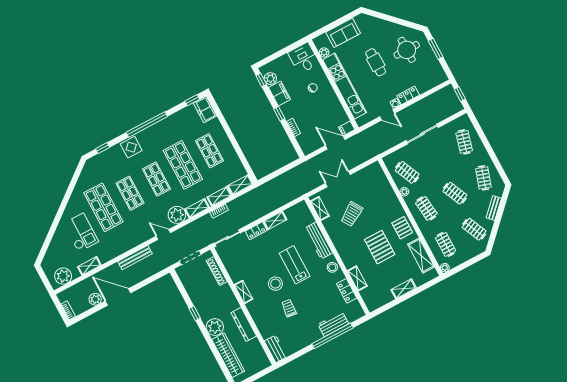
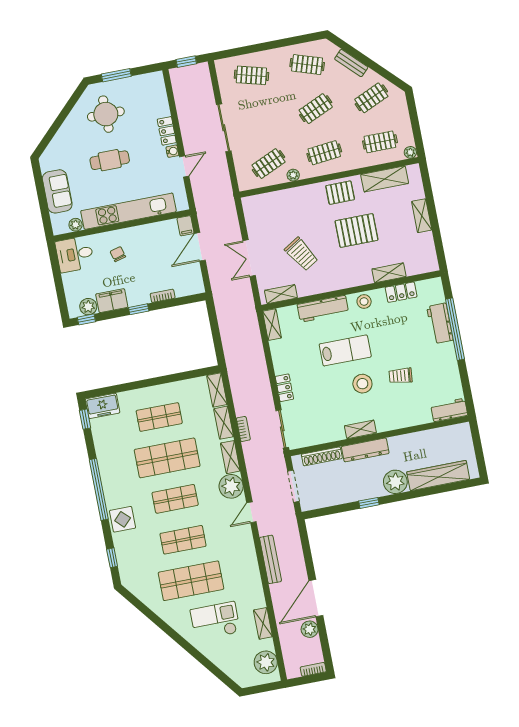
shelving: (275, 221) -> (272, 325), moved
lab bench: (295, 265) -> (345, 350), turned 180
dresser: (244, 324) -> (365, 450), moved

